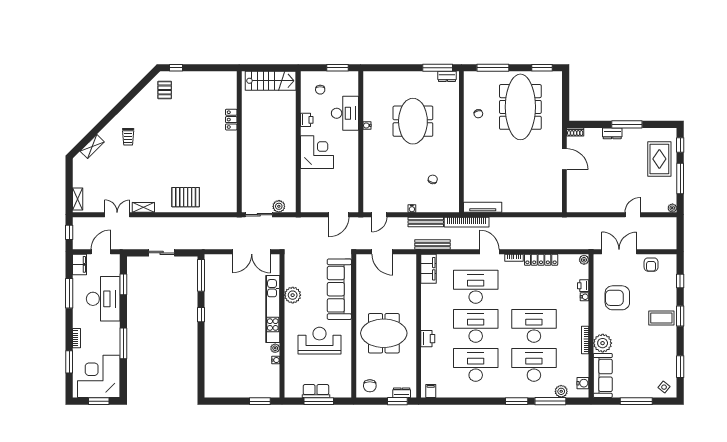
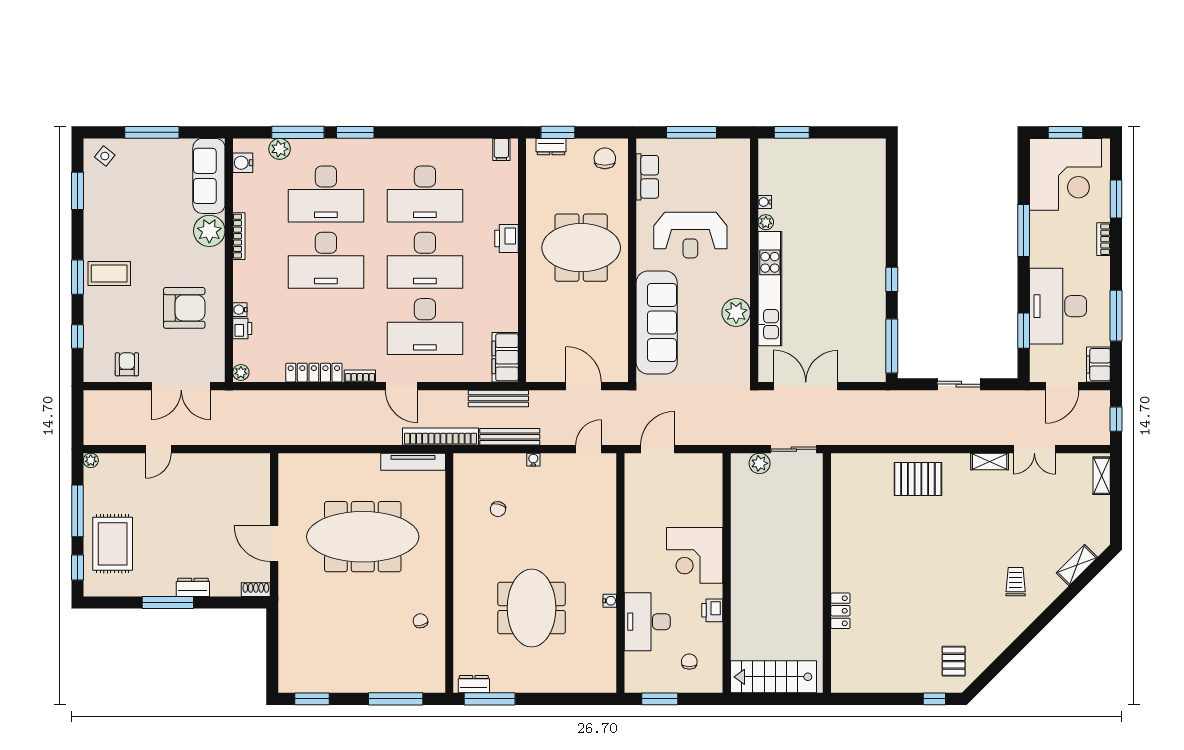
meeting table: (520, 107) -> (363, 537), moved, turned 90
row of seats: (316, 391) -> (647, 177), moved, turned -90

